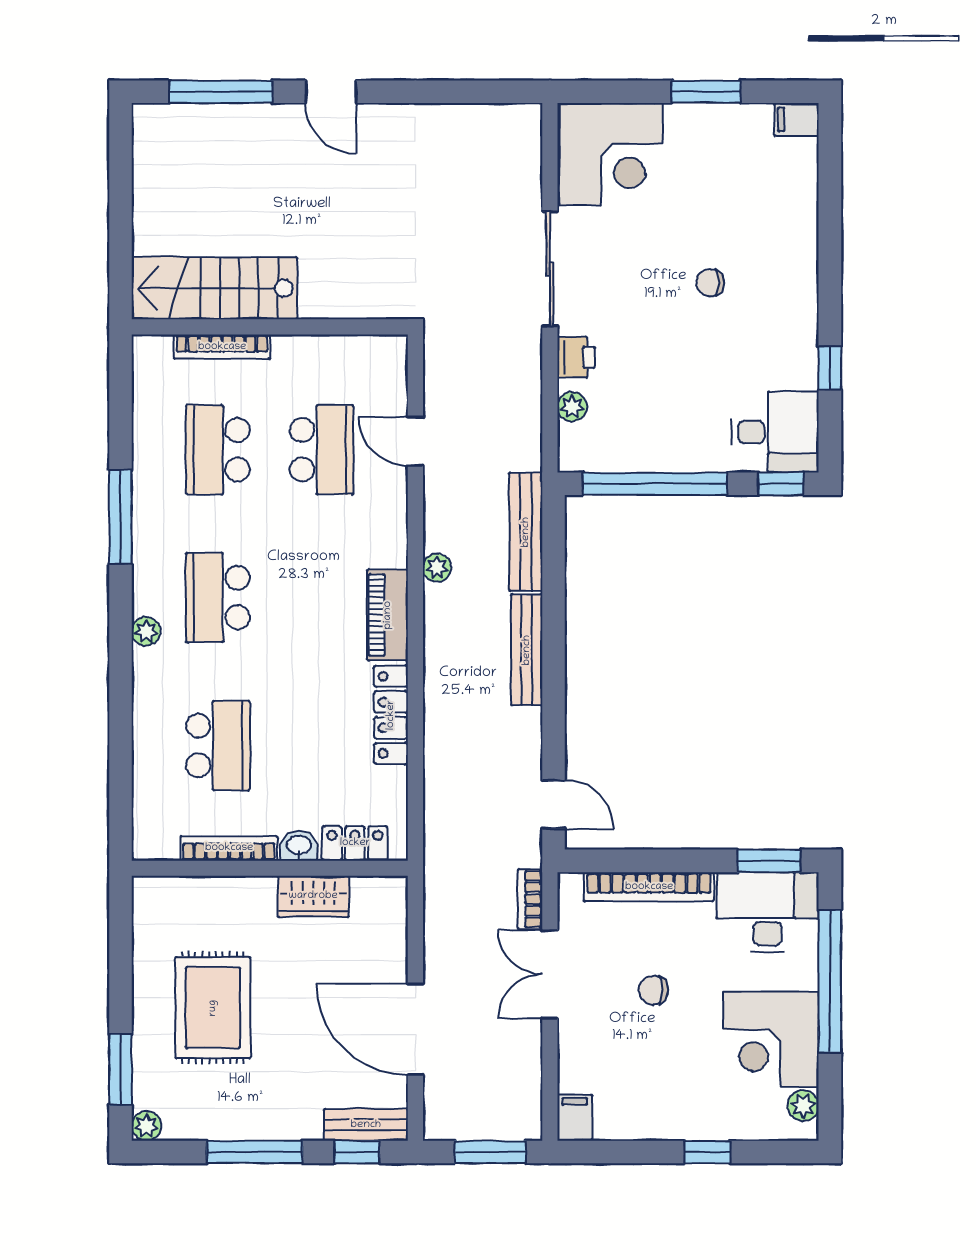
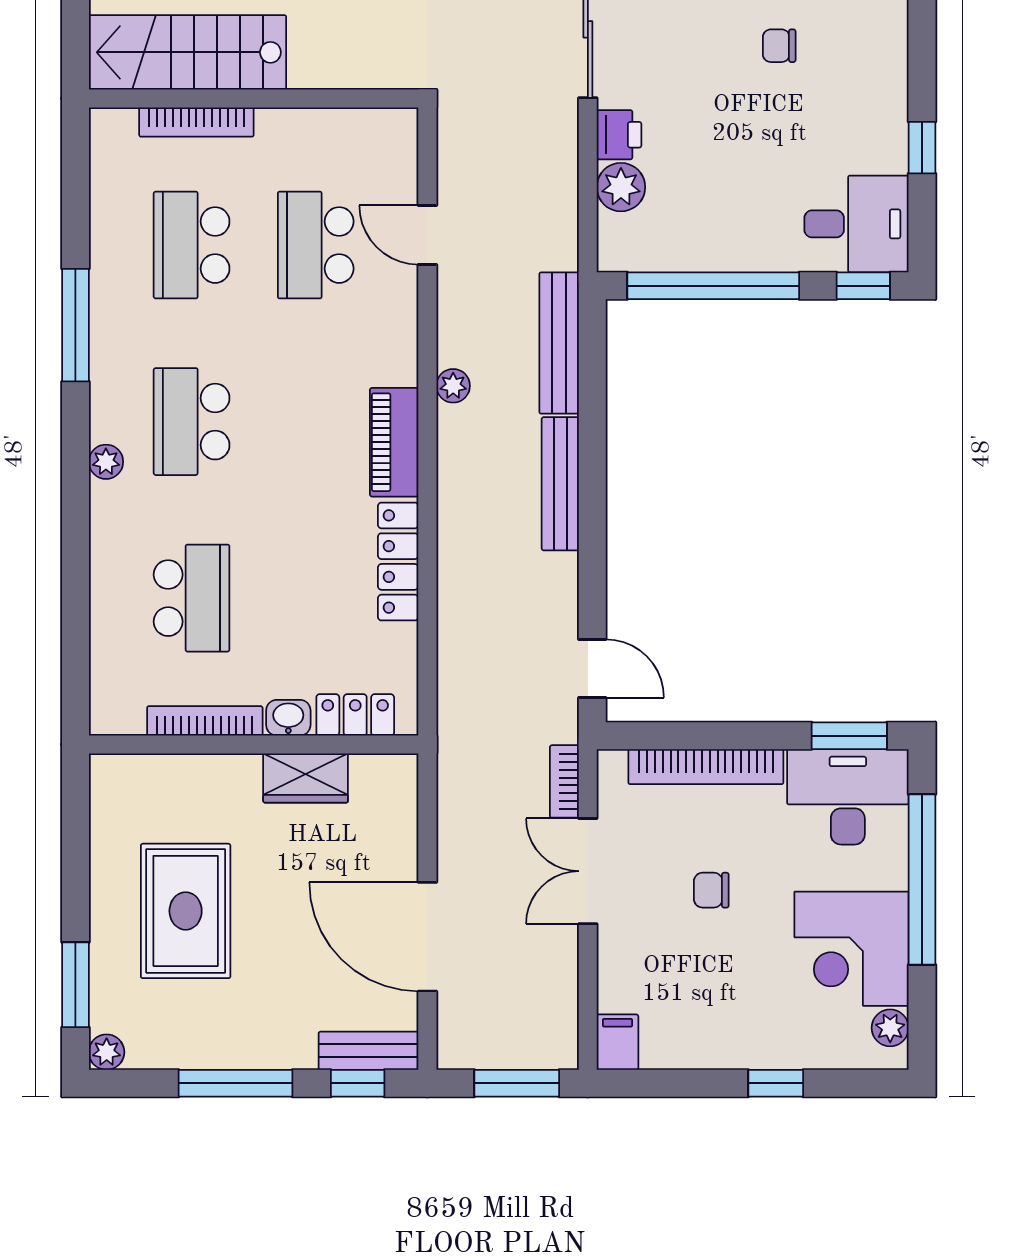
plant: (572, 407) -> (621, 187), width x1.38, depth x1.38
school desk: (322, 450) -> (316, 245), turned 180

